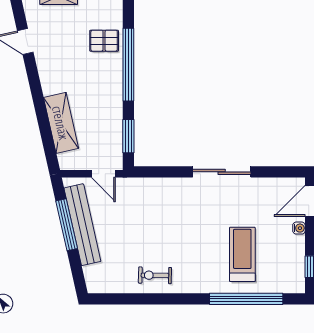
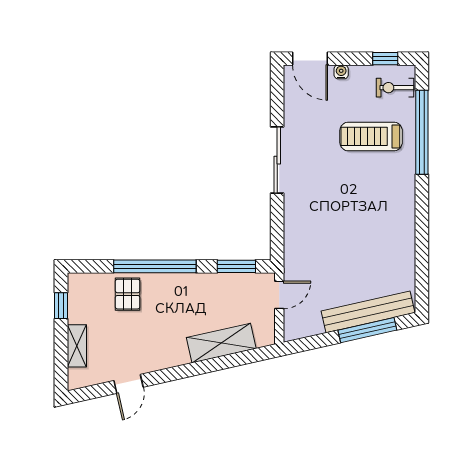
window: (67, 225) -> (367, 330), moved
bench: (82, 225) -> (368, 312), moved
exercise bike: (155, 275) -> (395, 88), moved, turned 89

